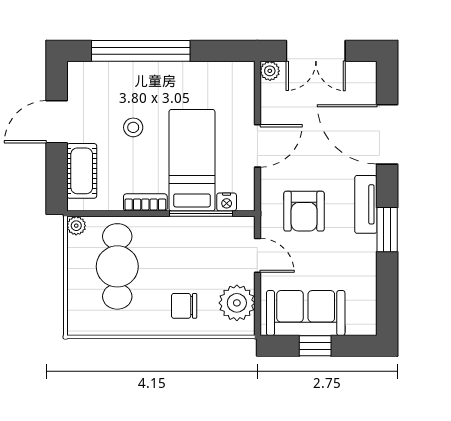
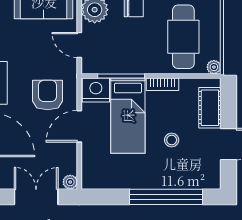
nightstand: (227, 202) -> (96, 90), width x1.89, depth x1.79
armchair: (304, 211) -> (48, 95), moved

